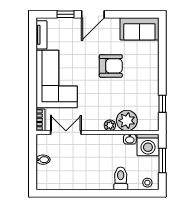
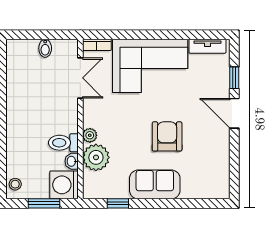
sofa: (139, 29) -> (155, 184), moved, turned 90
armchair: (111, 66) -> (167, 136), turned 180
toilet: (121, 178) -> (63, 143), moved, turned 180

